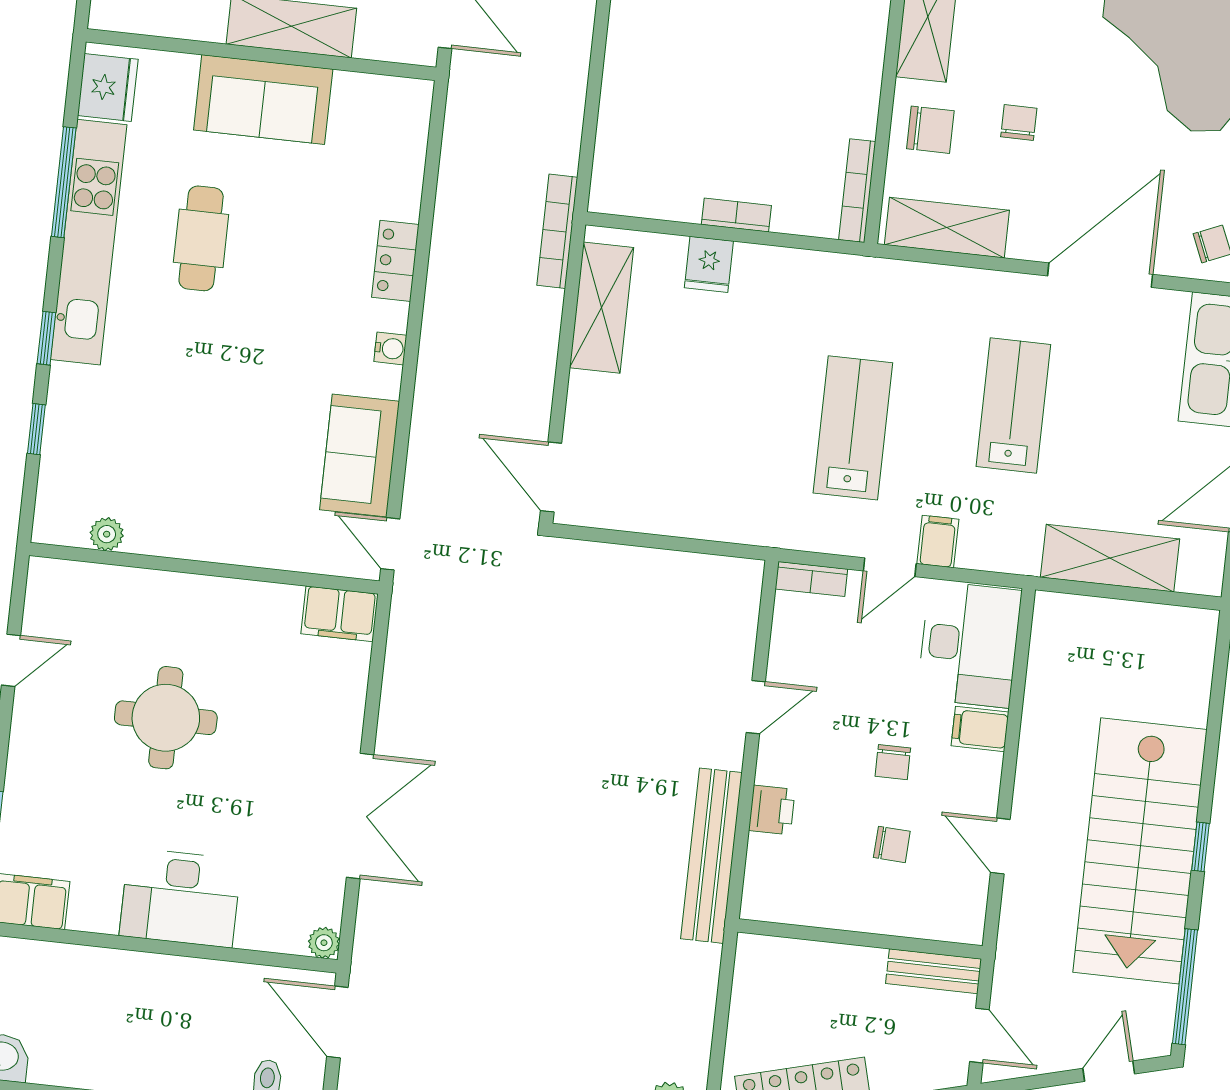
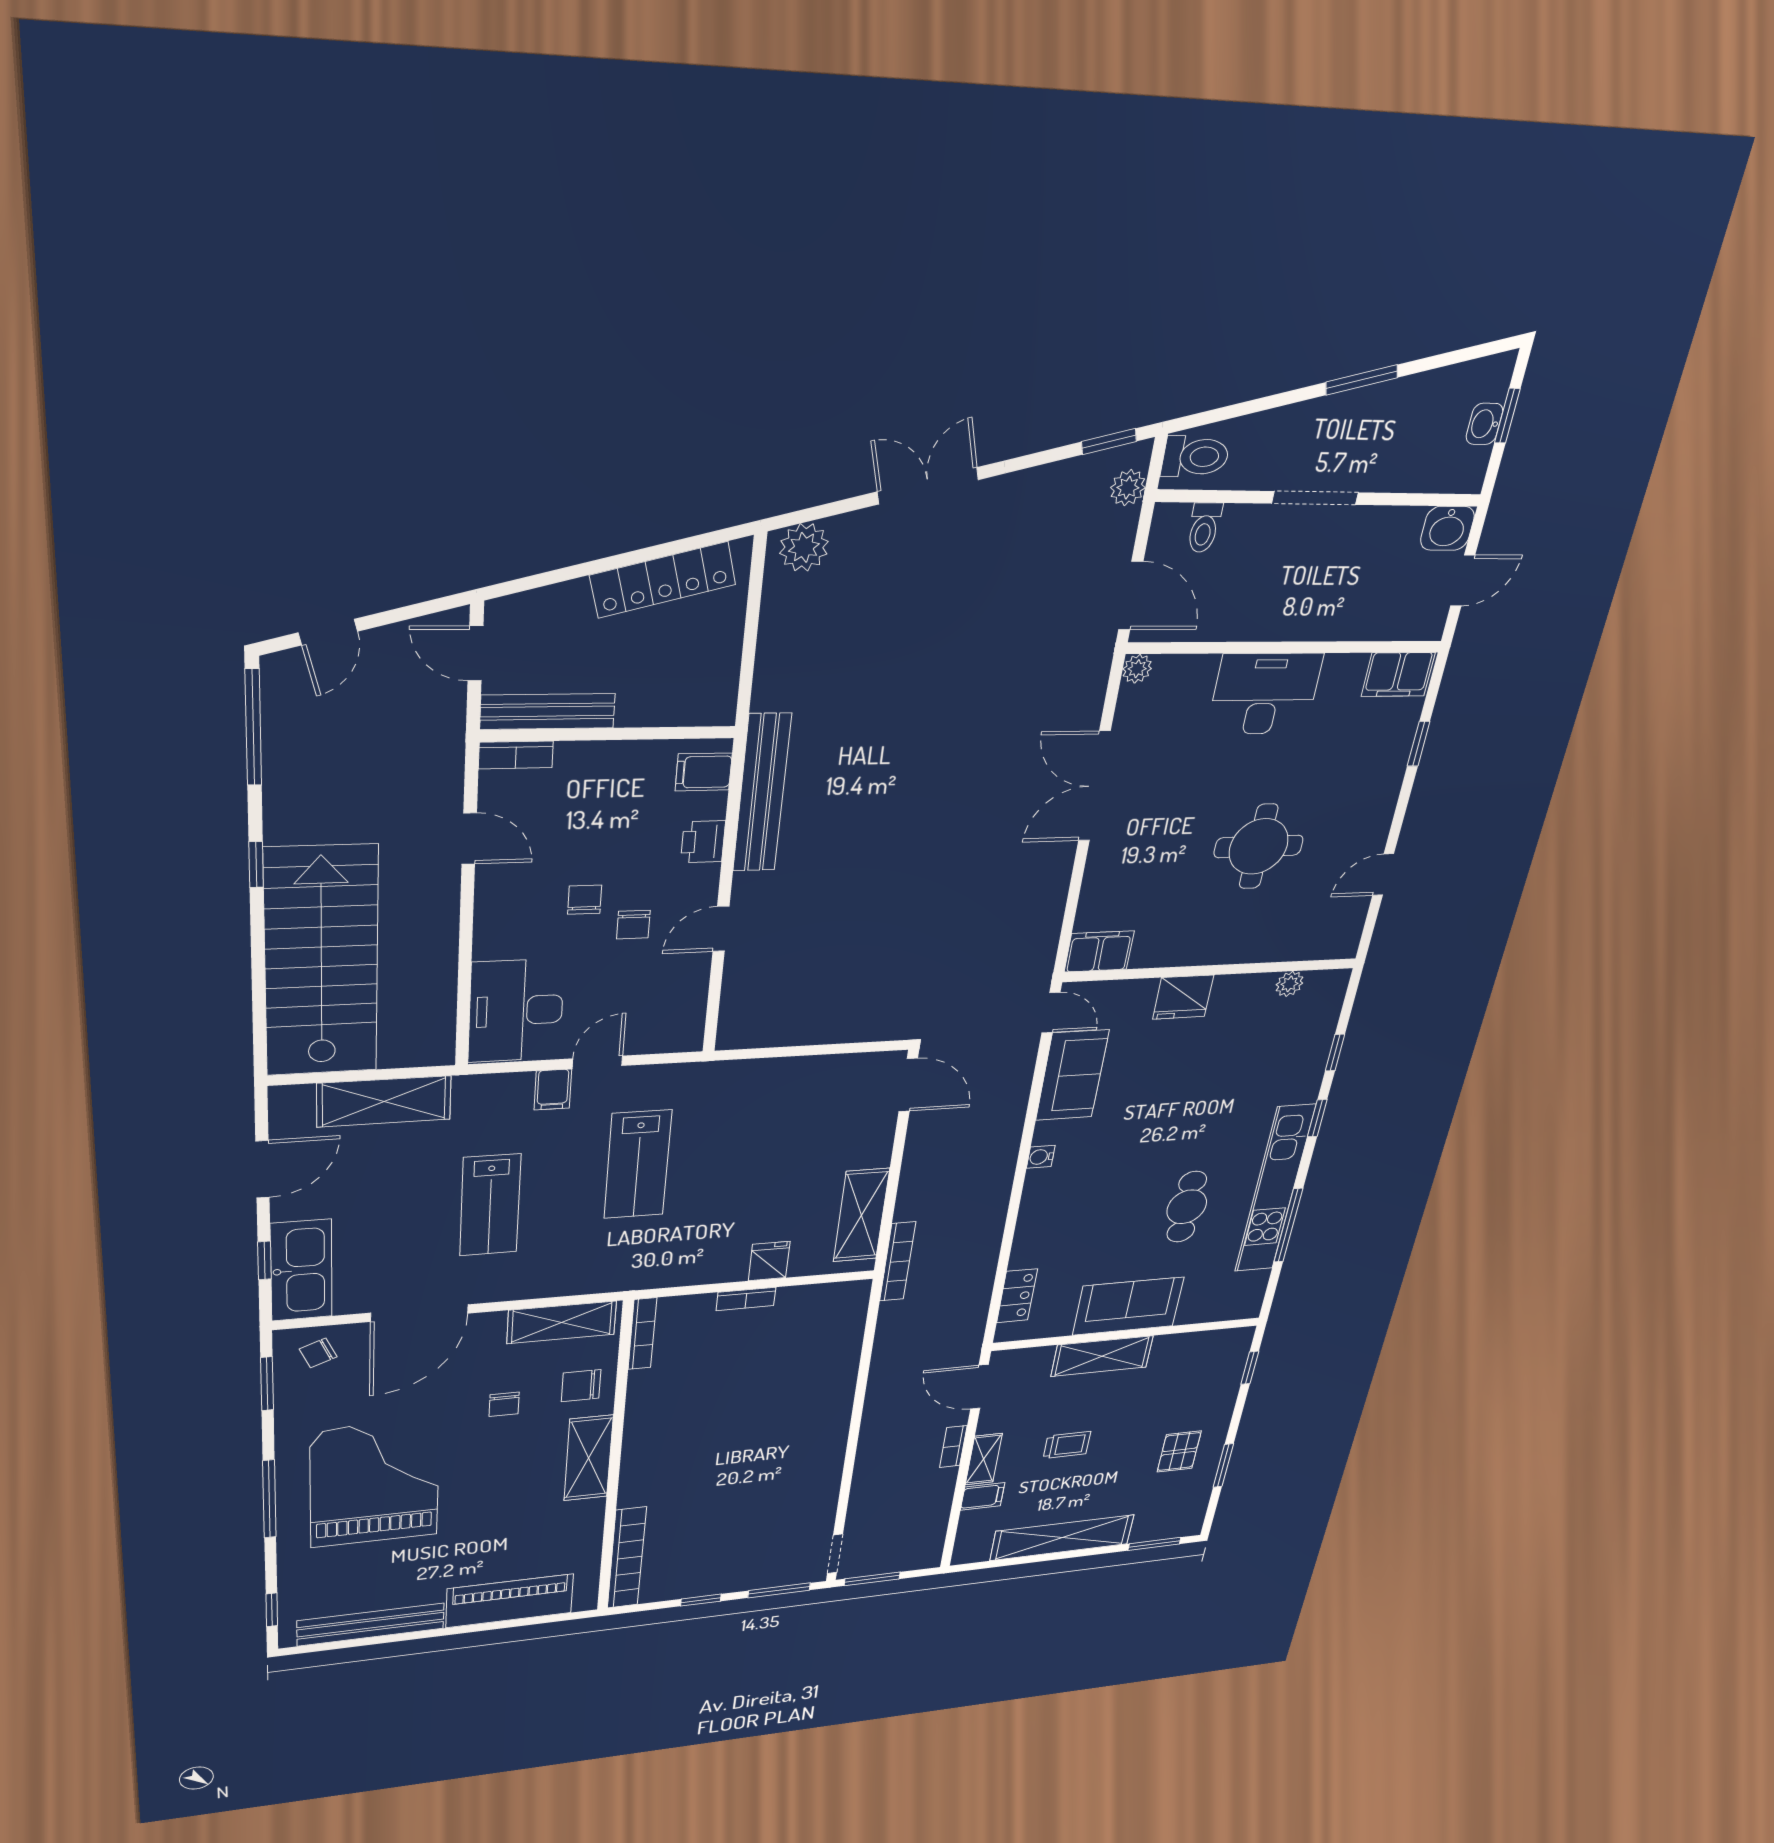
fridge: (108, 87) -> (1183, 997), moved, turned -90
locker: (395, 261) -> (1017, 1296), moved
bookcase: (811, 579) -> (516, 755), moved, turned 180
filing cabinet: (980, 729) -> (704, 772), moved, turned 180
chair: (892, 844) -> (633, 925), moved, turned -93
stairs: (1140, 851) -> (321, 962), moved
bench: (934, 971) -> (548, 712), width x1.36

